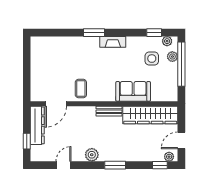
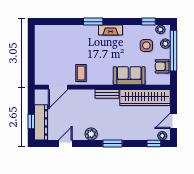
armchair: (169, 81) -> (162, 66), added
dresser: (37, 125) -> (41, 122), moved

